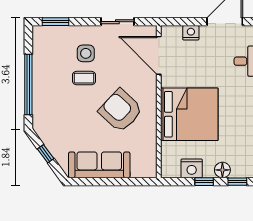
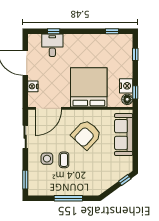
window: (28, 85) -> (68, 198), width x0.68
window: (46, 154) -> (125, 180), moved
sofa: (99, 165) -> (124, 135), moved
floor lamp: (222, 170) -> (127, 99), moved
window: (204, 182) -> (135, 92), moved

